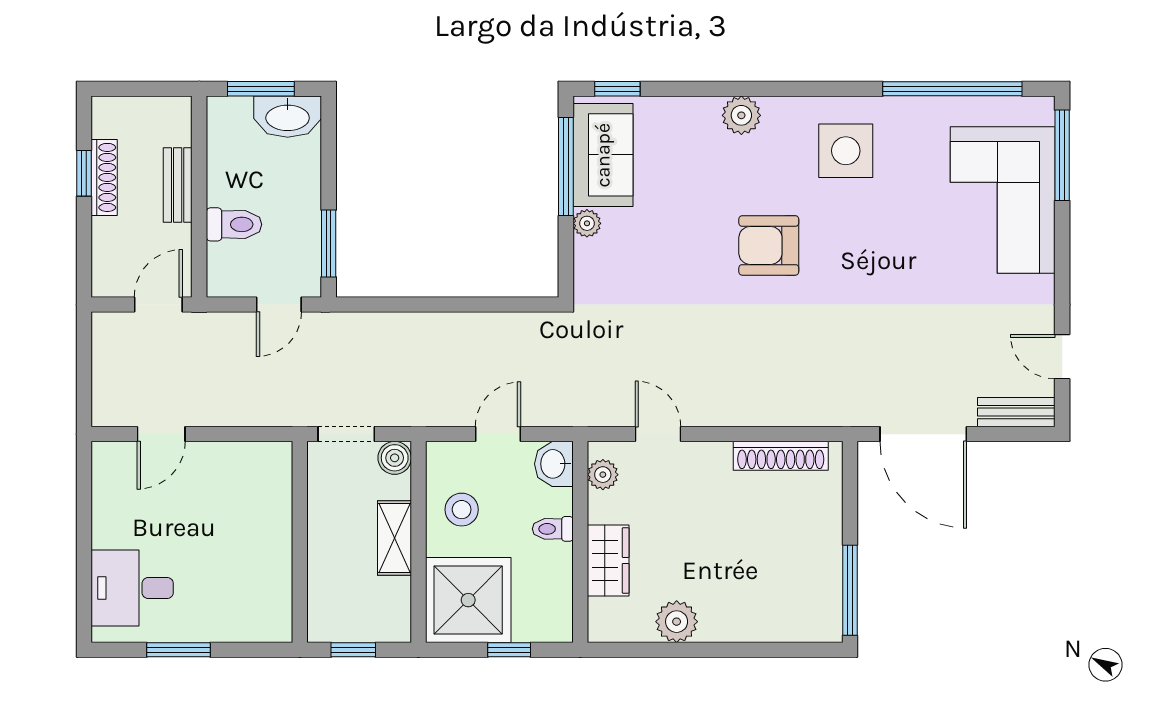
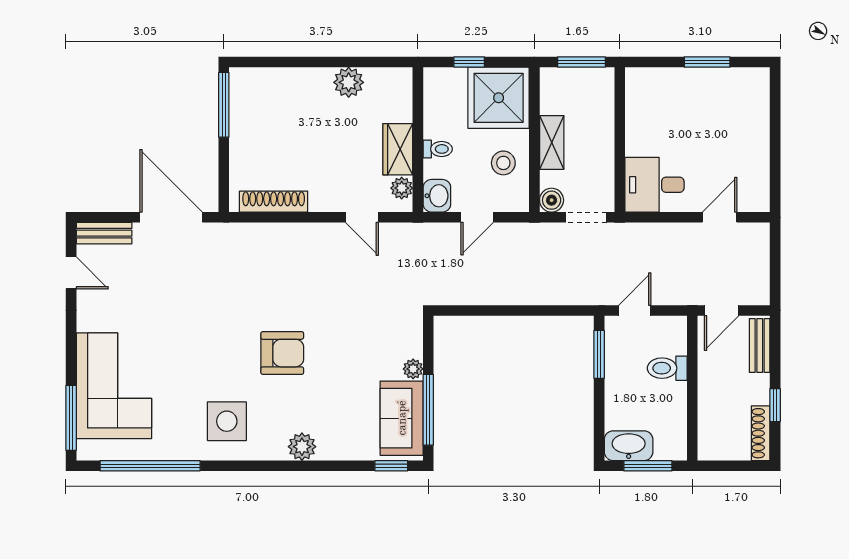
shoe rack: (104, 177) -> (761, 433), moved
bench: (178, 185) -> (760, 346), moved
wardrobe: (608, 560) -> (398, 149), moved
desk: (132, 588) -> (655, 185), moved, turned 180
window: (353, 650) -> (581, 62), width x1.50

